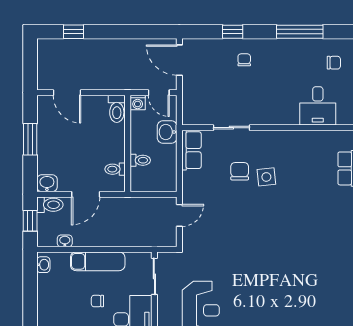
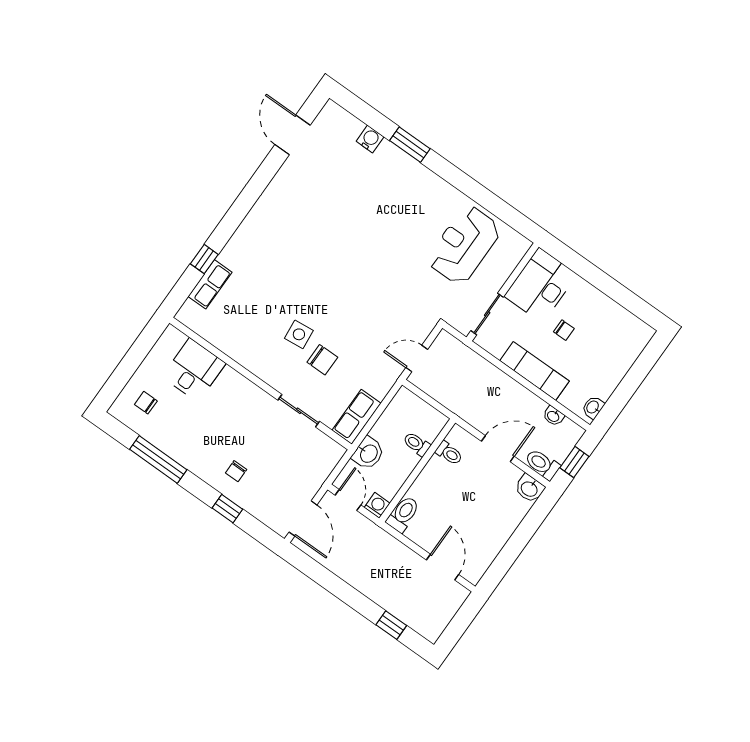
window: (30, 139) -> (515, 546), removed
chair: (240, 171) -> (322, 360), turned -90

